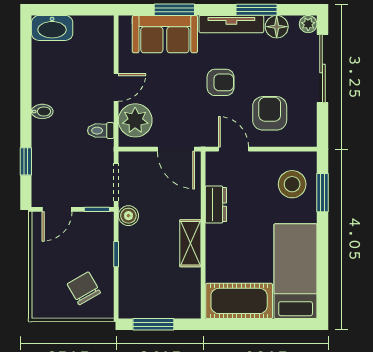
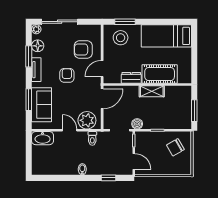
tv unit: (231, 24) -> (36, 70), width x0.71
washbasin: (52, 28) -> (43, 138), moved, turned 90
cot: (239, 301) -> (160, 74), moved, turned 90

